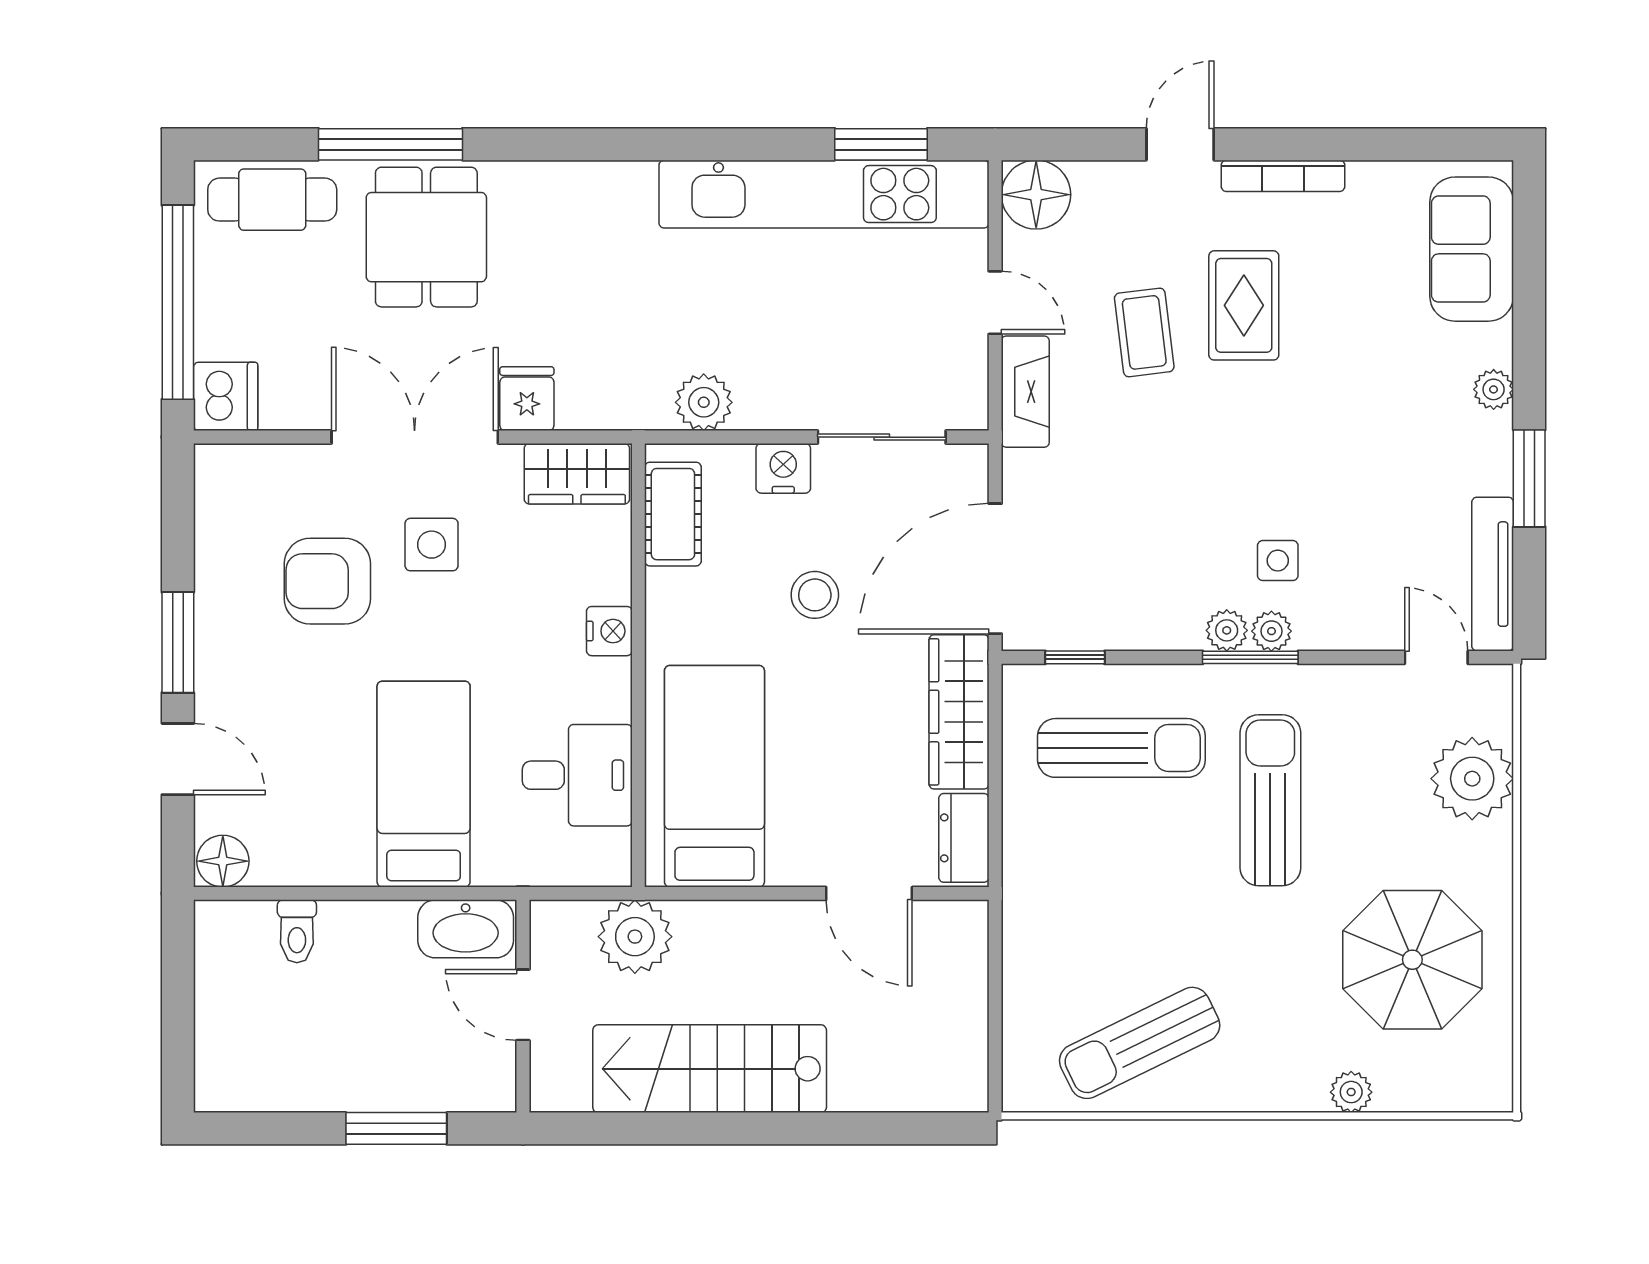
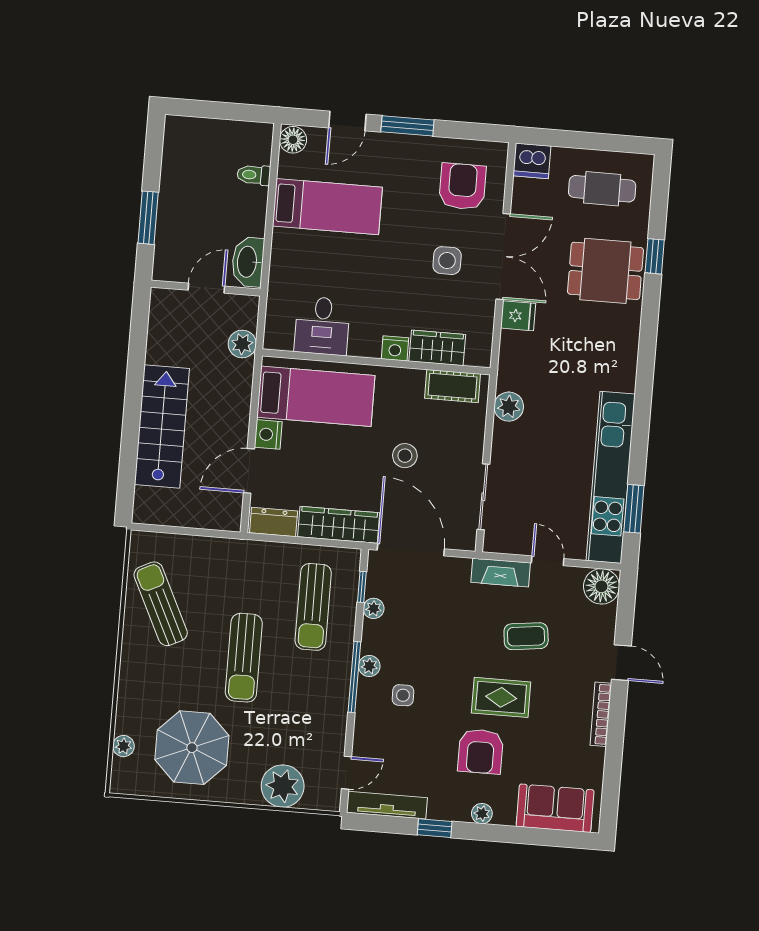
window: (390, 144) -> (655, 256), width x0.46
cafe table: (272, 200) -> (602, 189), moved, turned 90
window: (178, 302) -> (582, 140), removed
door: (995, 303) -> (548, 561), swing flipped
rug: (1244, 305) -> (501, 697), moved
armchair: (1374, 402) -> (480, 751), added
nightstand: (783, 468) -> (268, 434), moved, turned 180
wardrobe: (577, 474) -> (437, 348), moved, turned 90
window: (1529, 478) -> (435, 828), width x0.67
armchair: (327, 581) -> (462, 186), moved
plant: (1271, 631) -> (374, 608), moved
window: (1250, 657) -> (354, 677), width x1.44
bed: (424, 784) -> (327, 207), moved
sun lounger: (1270, 800) -> (244, 658), moved, turned 90
plant: (635, 937) -> (242, 344), width x0.73, depth x0.73
stairs: (710, 1069) -> (162, 427), moved
plant: (1351, 1092) -> (124, 746), moved

